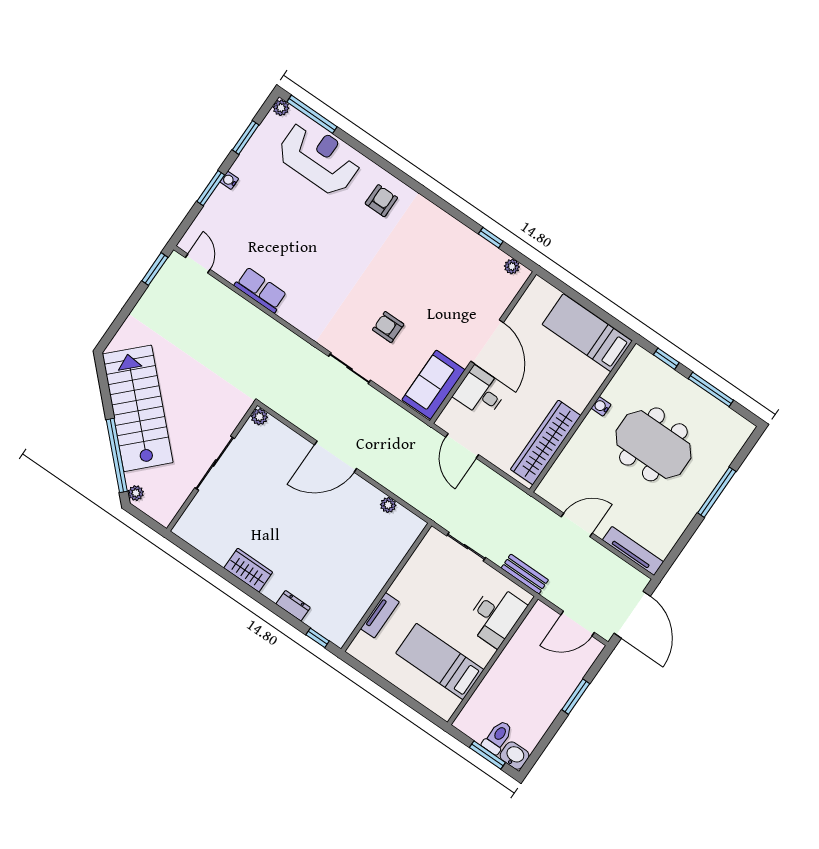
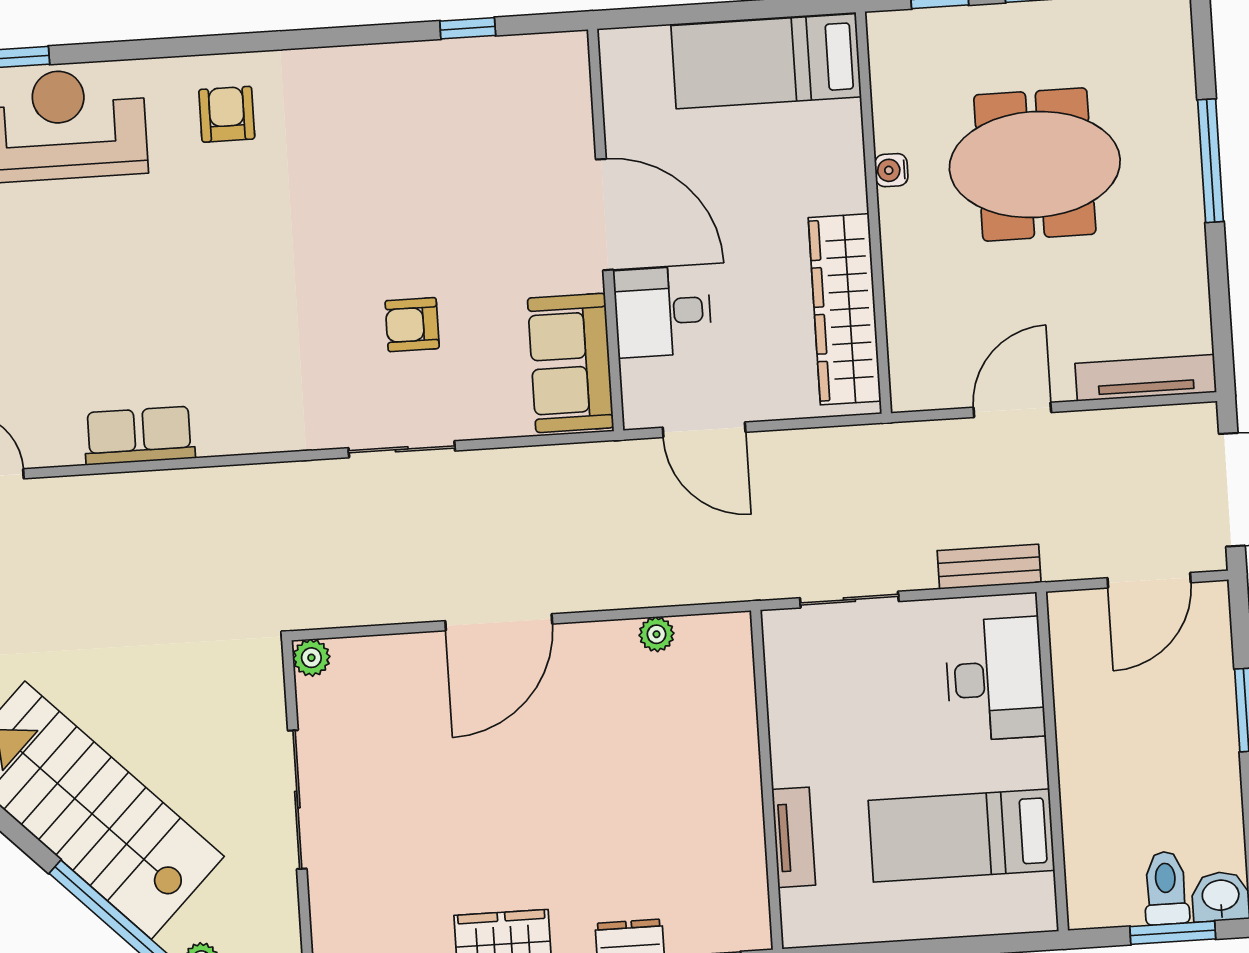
plant: (512, 266) -> (544, 49), removed

